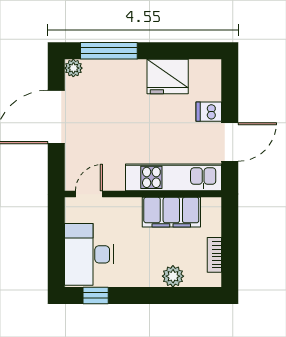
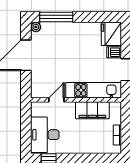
fridge: (168, 76) -> (111, 34), moved, turned 90
door: (89, 194) -> (56, 100), moved
plant: (173, 276) -> (93, 147), removed

